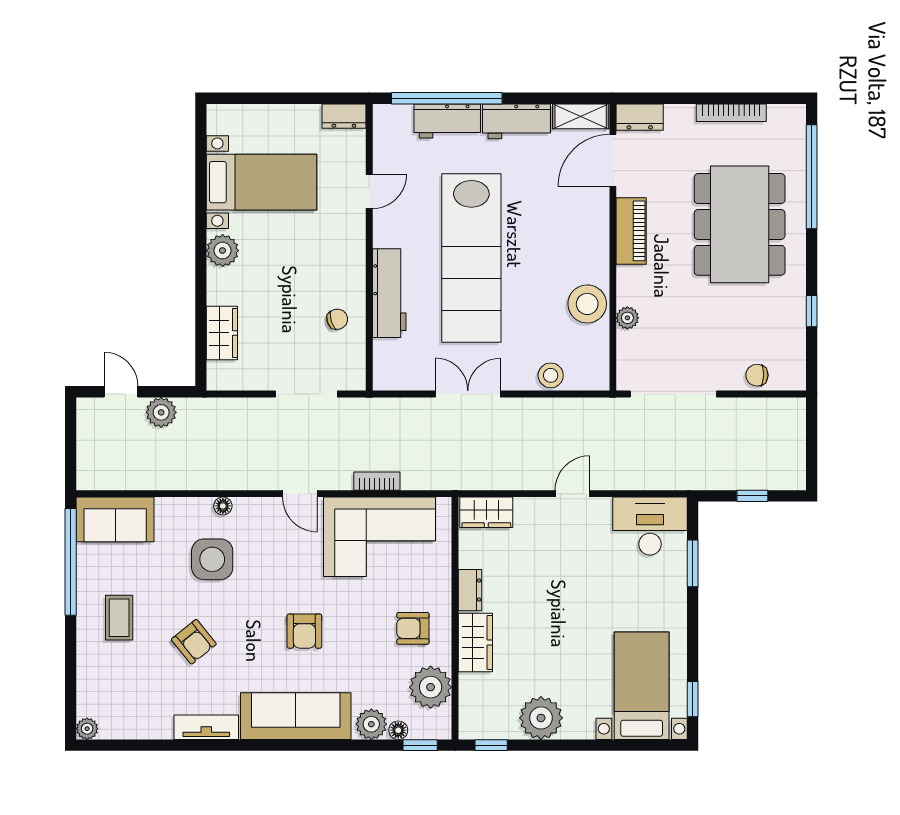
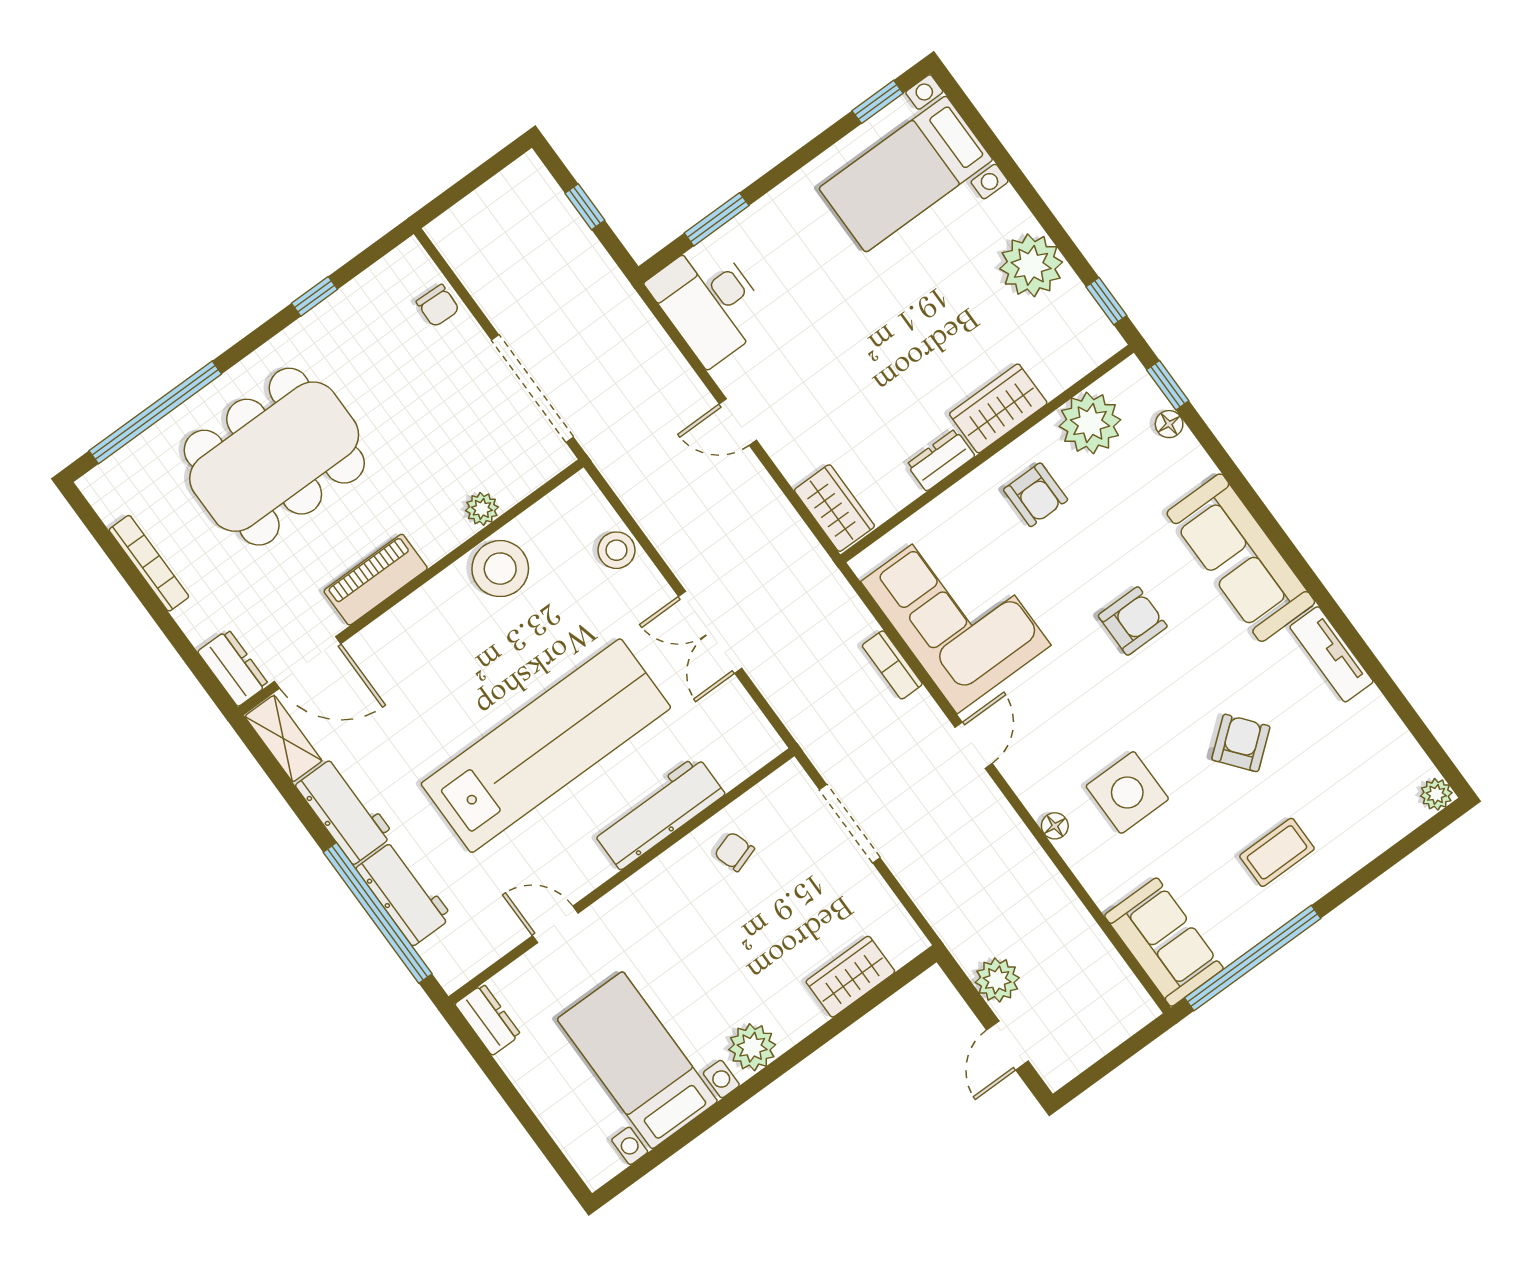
plant: (371, 724) -> (1185, 461), removed

